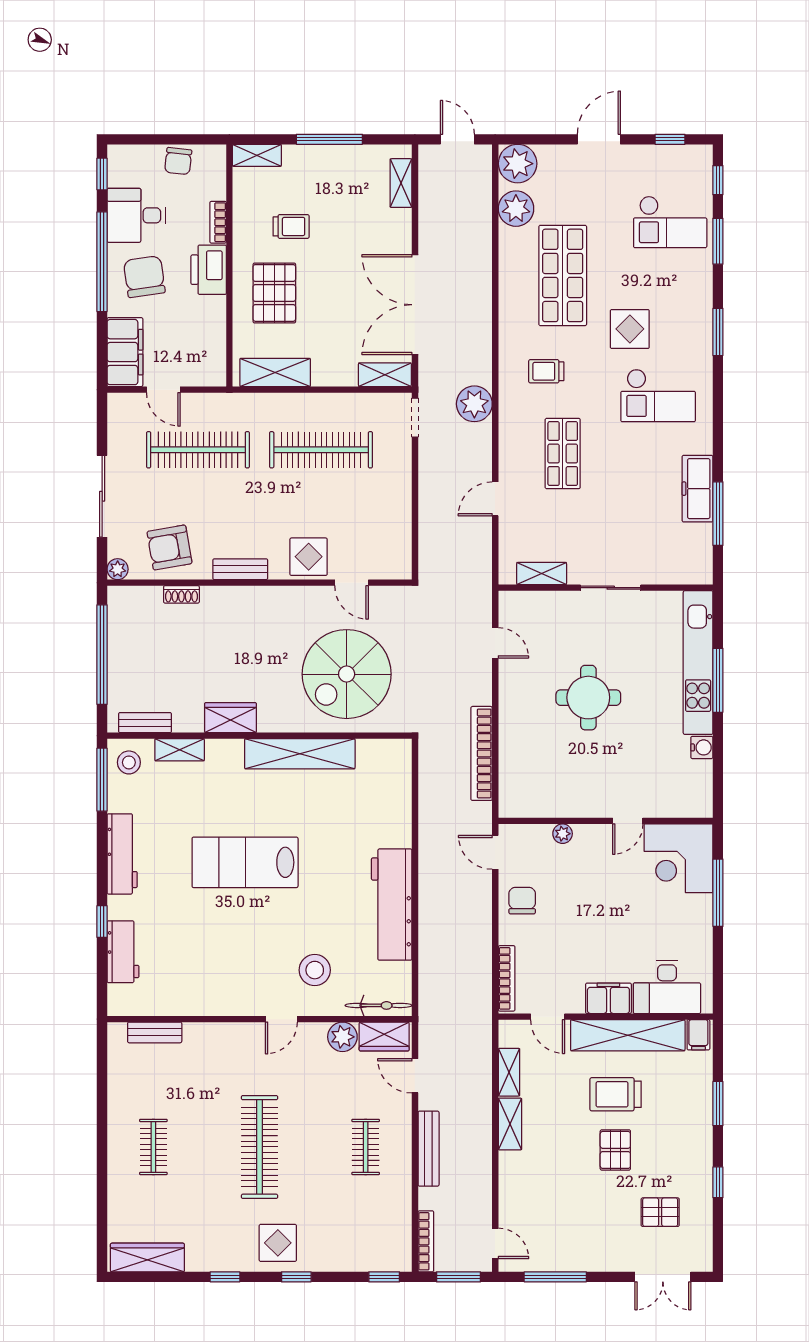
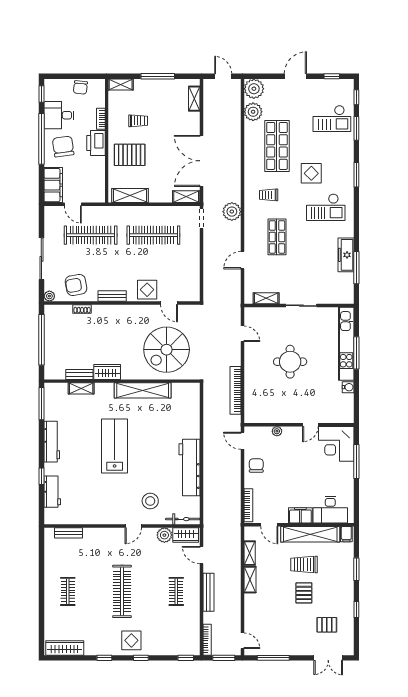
pallet: (274, 293) -> (130, 155), turned 90
bench: (145, 723) -> (79, 374), moved
stool: (129, 762) -> (55, 395), removed
lab bench: (245, 862) -> (115, 446), turned 90

